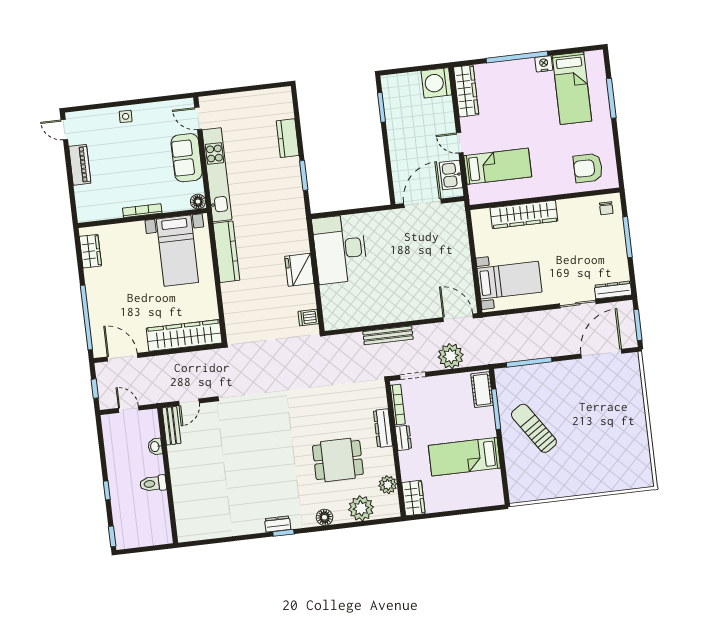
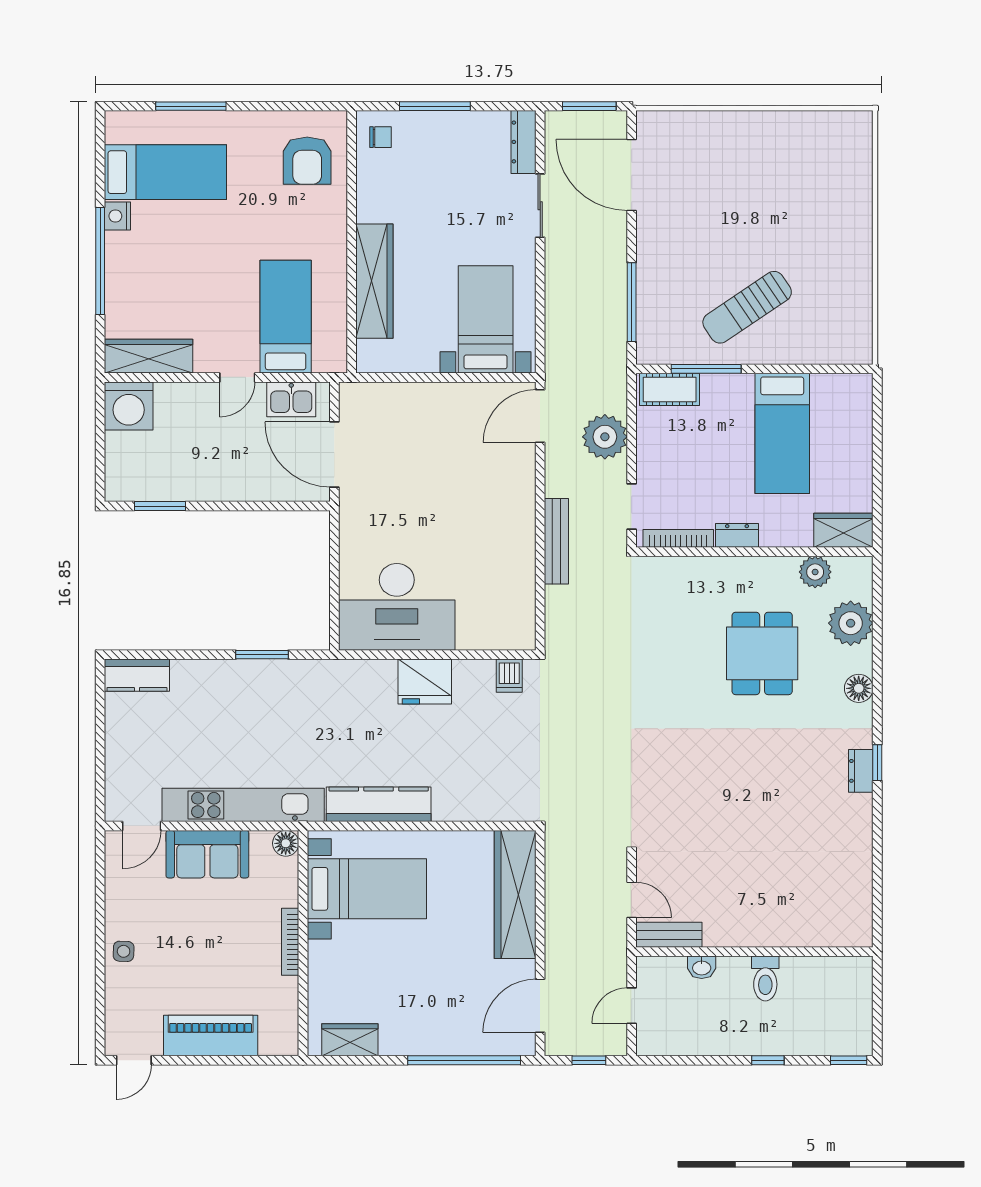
kitchen counter: (288, 138) -> (137, 675), moved
piano: (80, 165) -> (211, 1036), width x1.37, depth x1.33
dresser: (383, 428) -> (716, 569), removed

